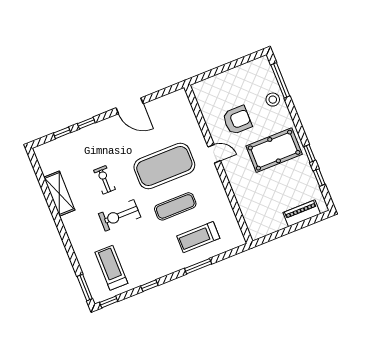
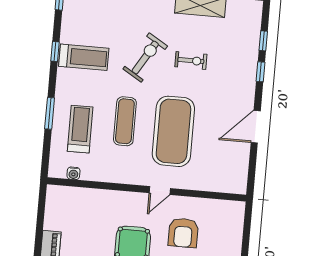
exercise bike: (120, 215) -> (145, 58), turned 31
water cooler: (234, 225) -> (73, 173), added
treadmill: (111, 268) -> (84, 57), moved

